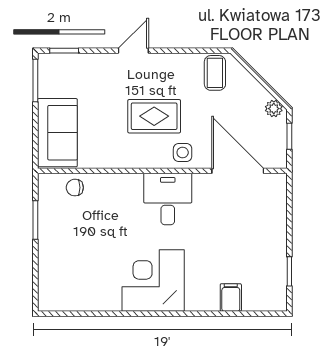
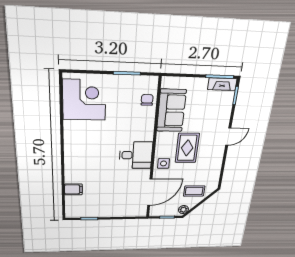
door: (133, 51) -> (228, 137), hinge flipped
coffee table: (215, 73) -> (194, 191), moved
fireplace: (47, 75) -> (222, 84), added
sofa: (57, 133) -> (171, 111), moved, turned -90
corner desk: (153, 280) -> (84, 100), moved

